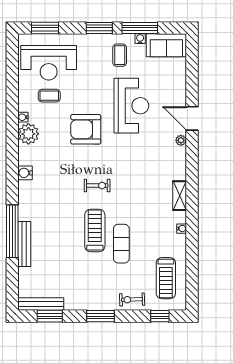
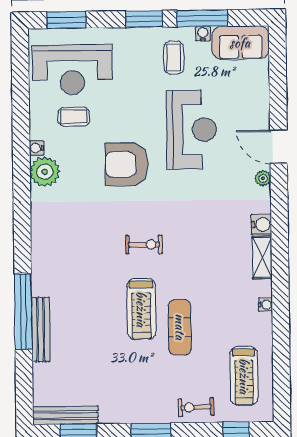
water cooler: (25, 173) -> (261, 225), moved, turned 180
treadmill: (95, 230) -> (141, 309), turned 180

